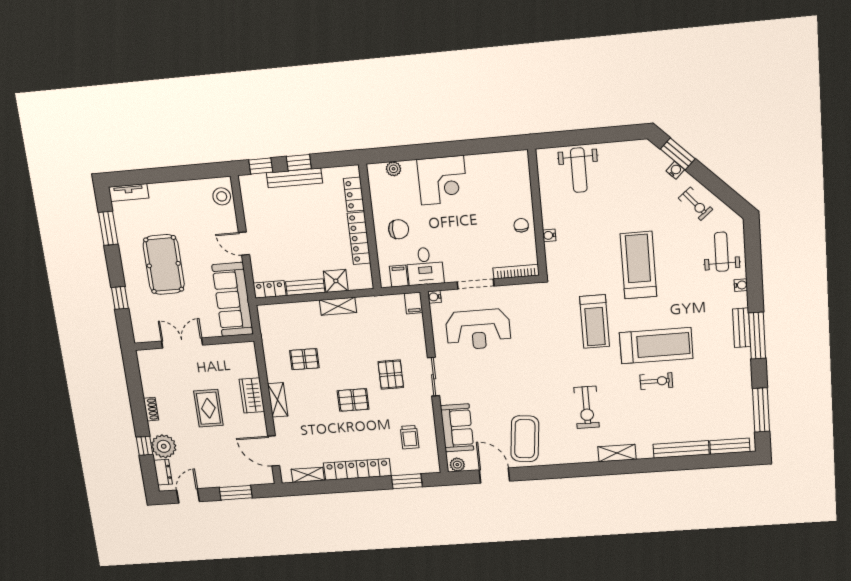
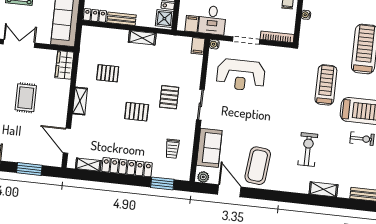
shower: (336, 281) -> (164, 19), moved
treadmill: (595, 321) -> (326, 85), turned 180
wardrobe: (252, 395) -> (64, 65), moved
exercise bike: (587, 407) -> (308, 149), turned 180

